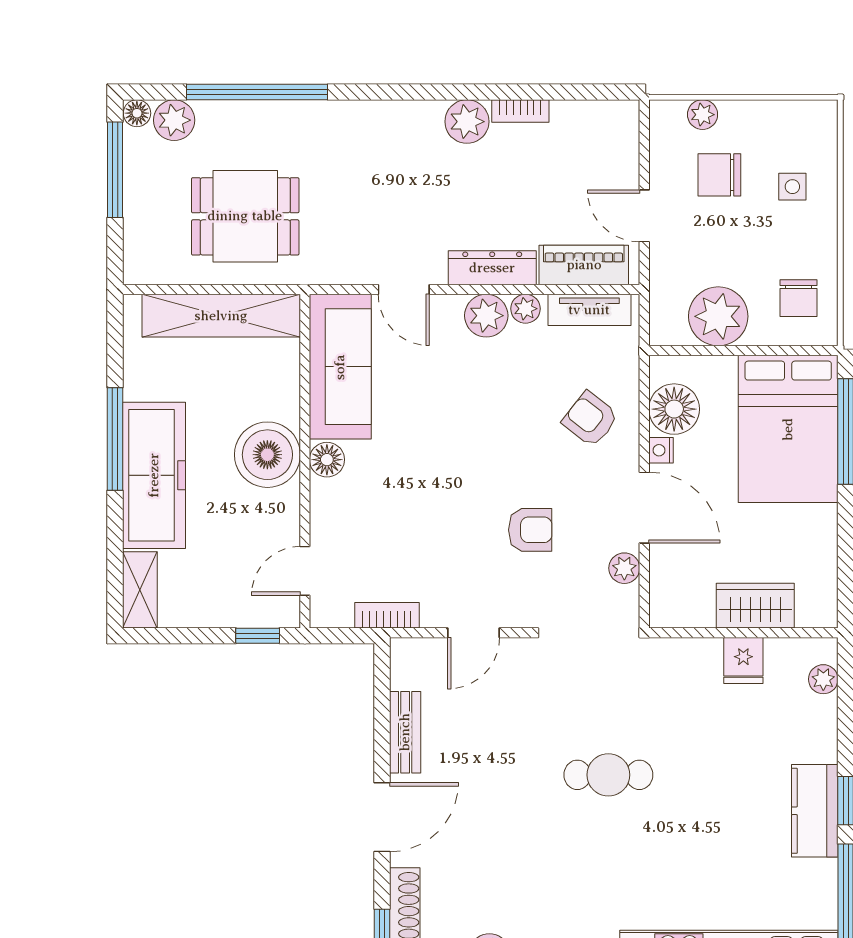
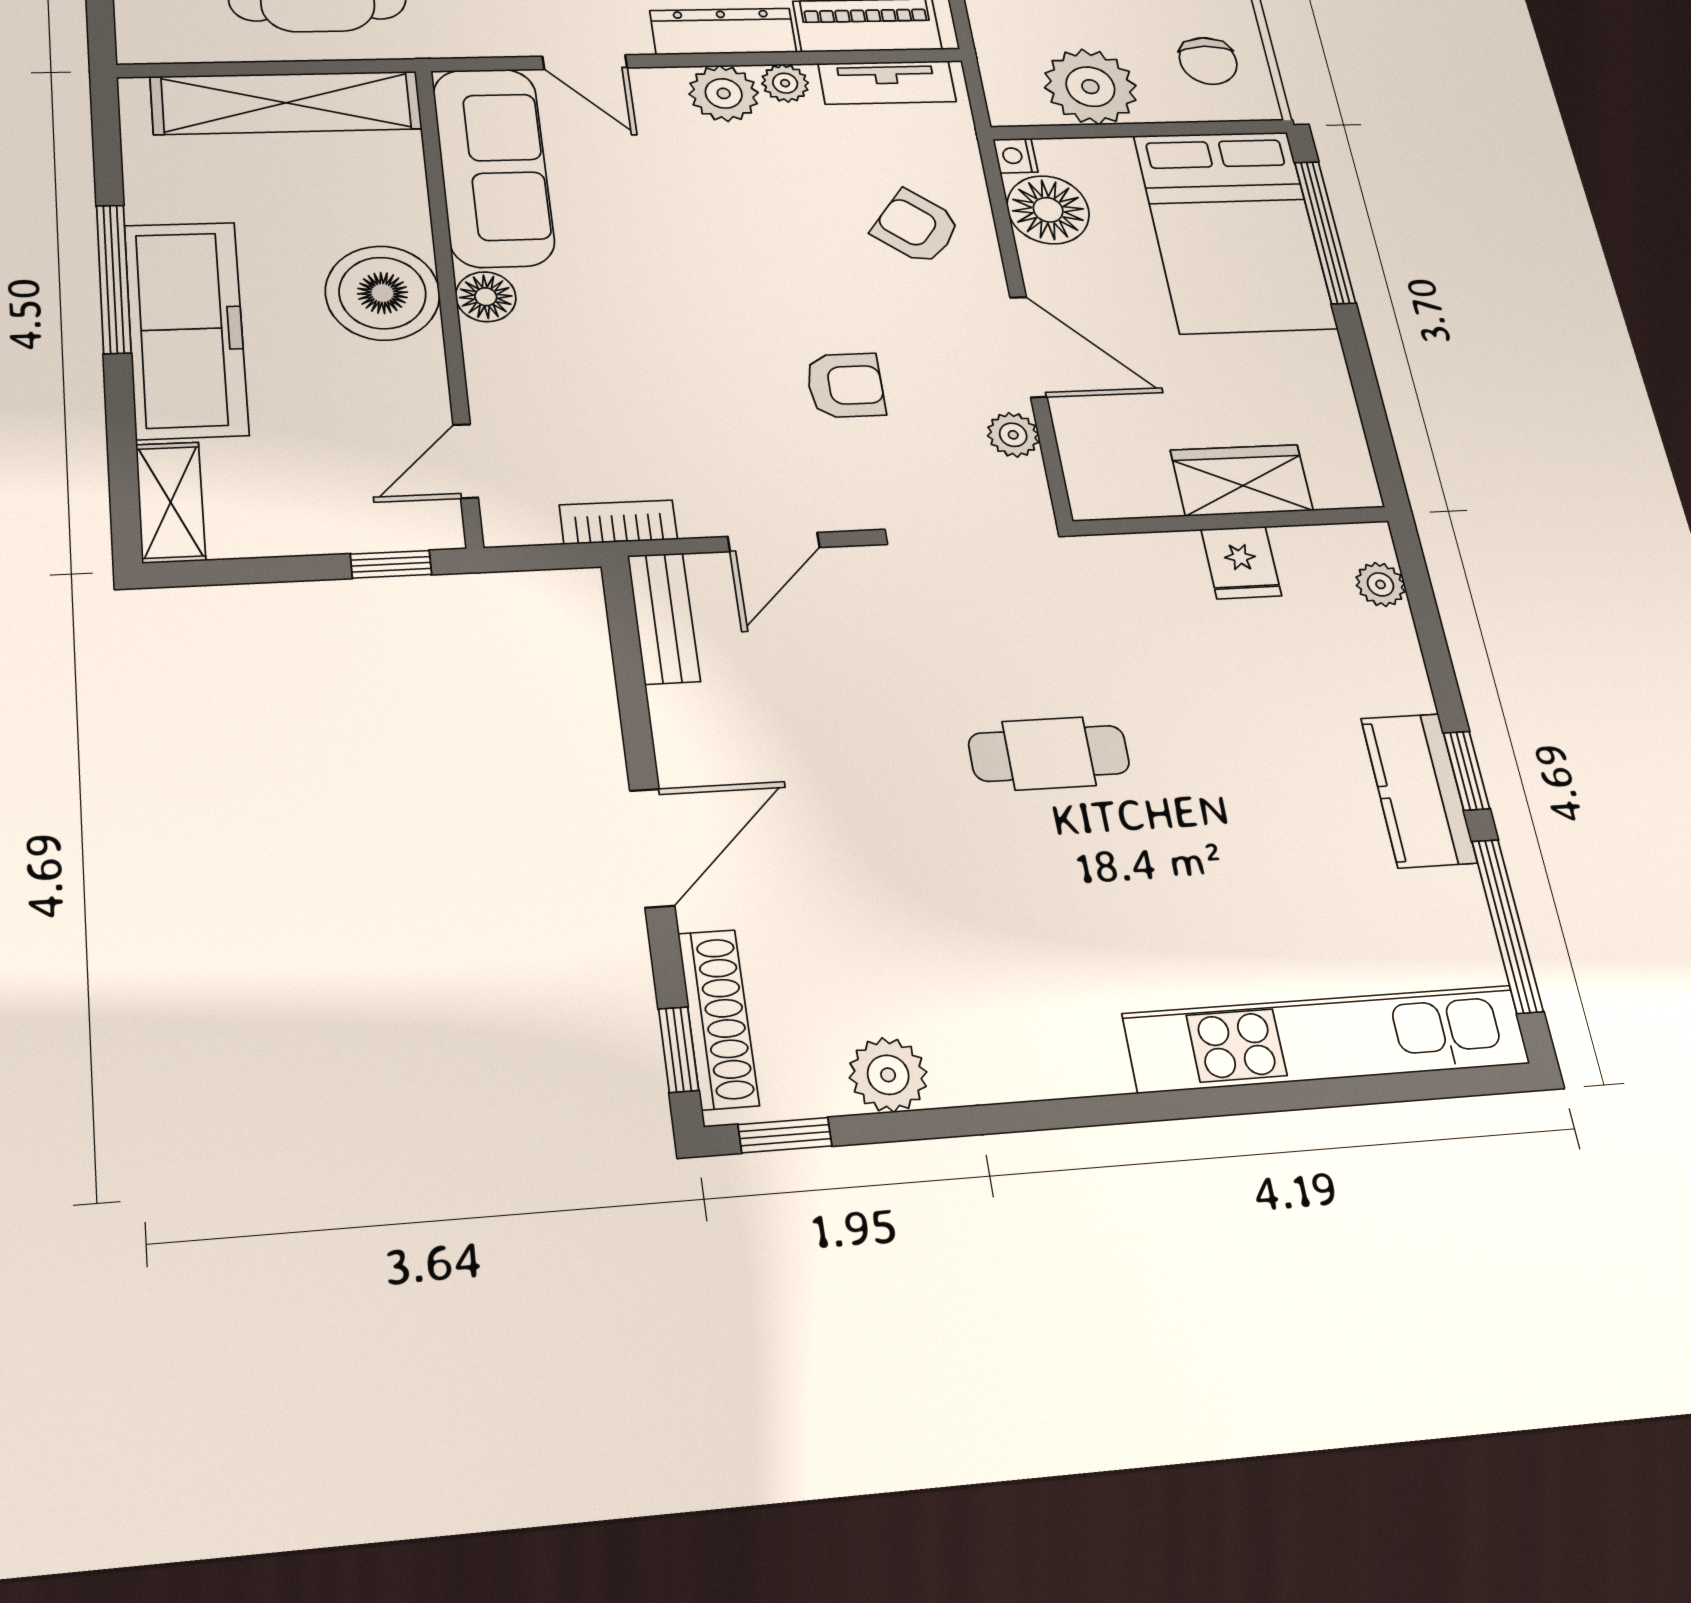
nightstand: (661, 450) -> (1015, 156), moved
bench: (405, 732) -> (664, 618), moved

